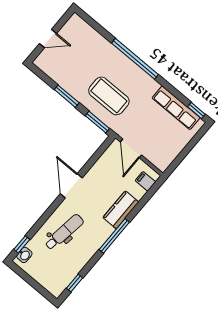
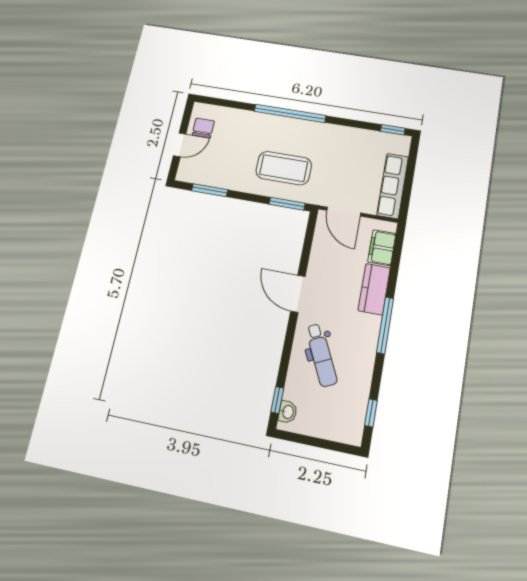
chair: (70, 35) -> (203, 128), added
window: (67, 96) -> (210, 190), moved
row of seats: (176, 108) -> (393, 186), moved, turned 90
filing cabinet: (145, 181) -> (382, 248), width x2.00
dental chair: (64, 232) -> (321, 355), turned 146

